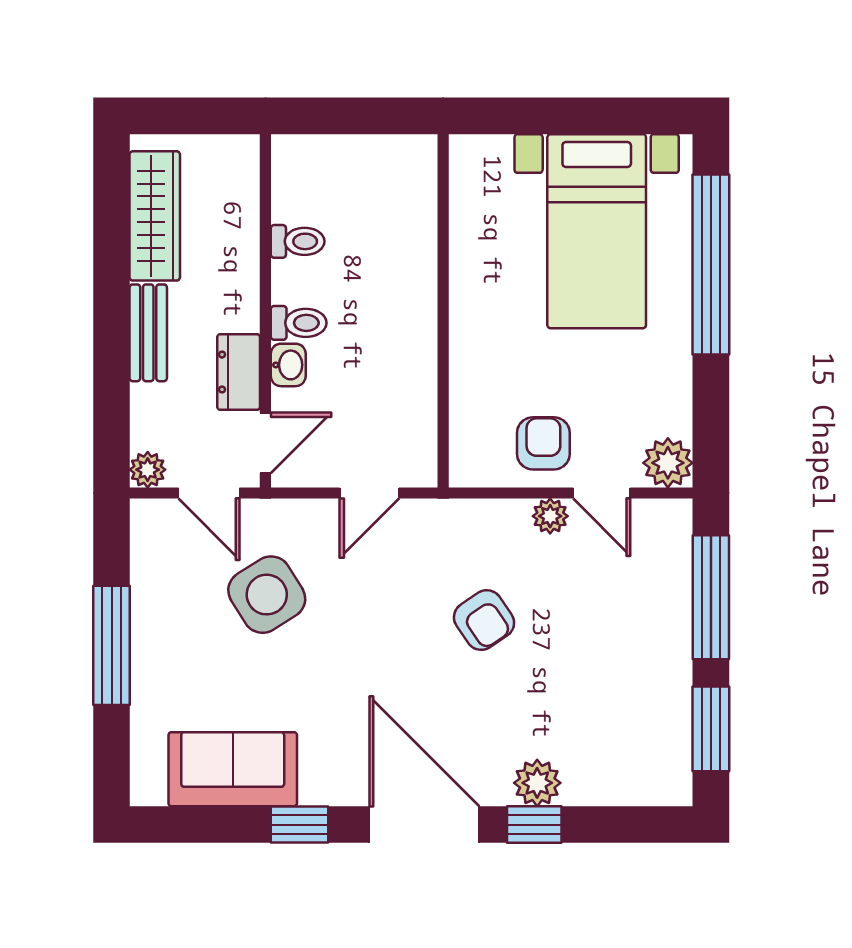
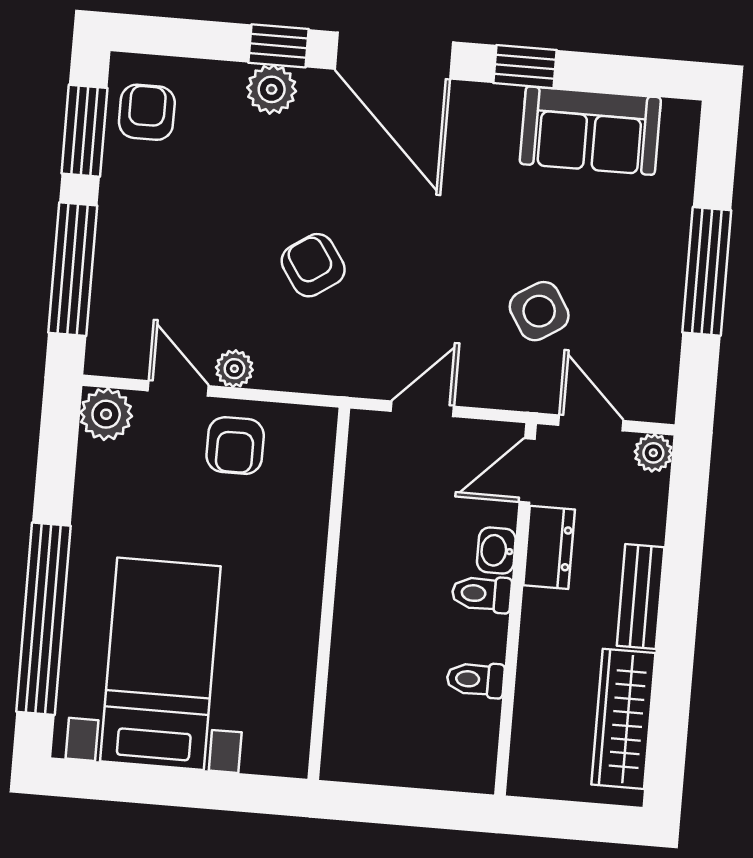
side table: (267, 595) -> (539, 311), width x0.73, depth x0.73
armchair: (653, 751) -> (147, 112), added

